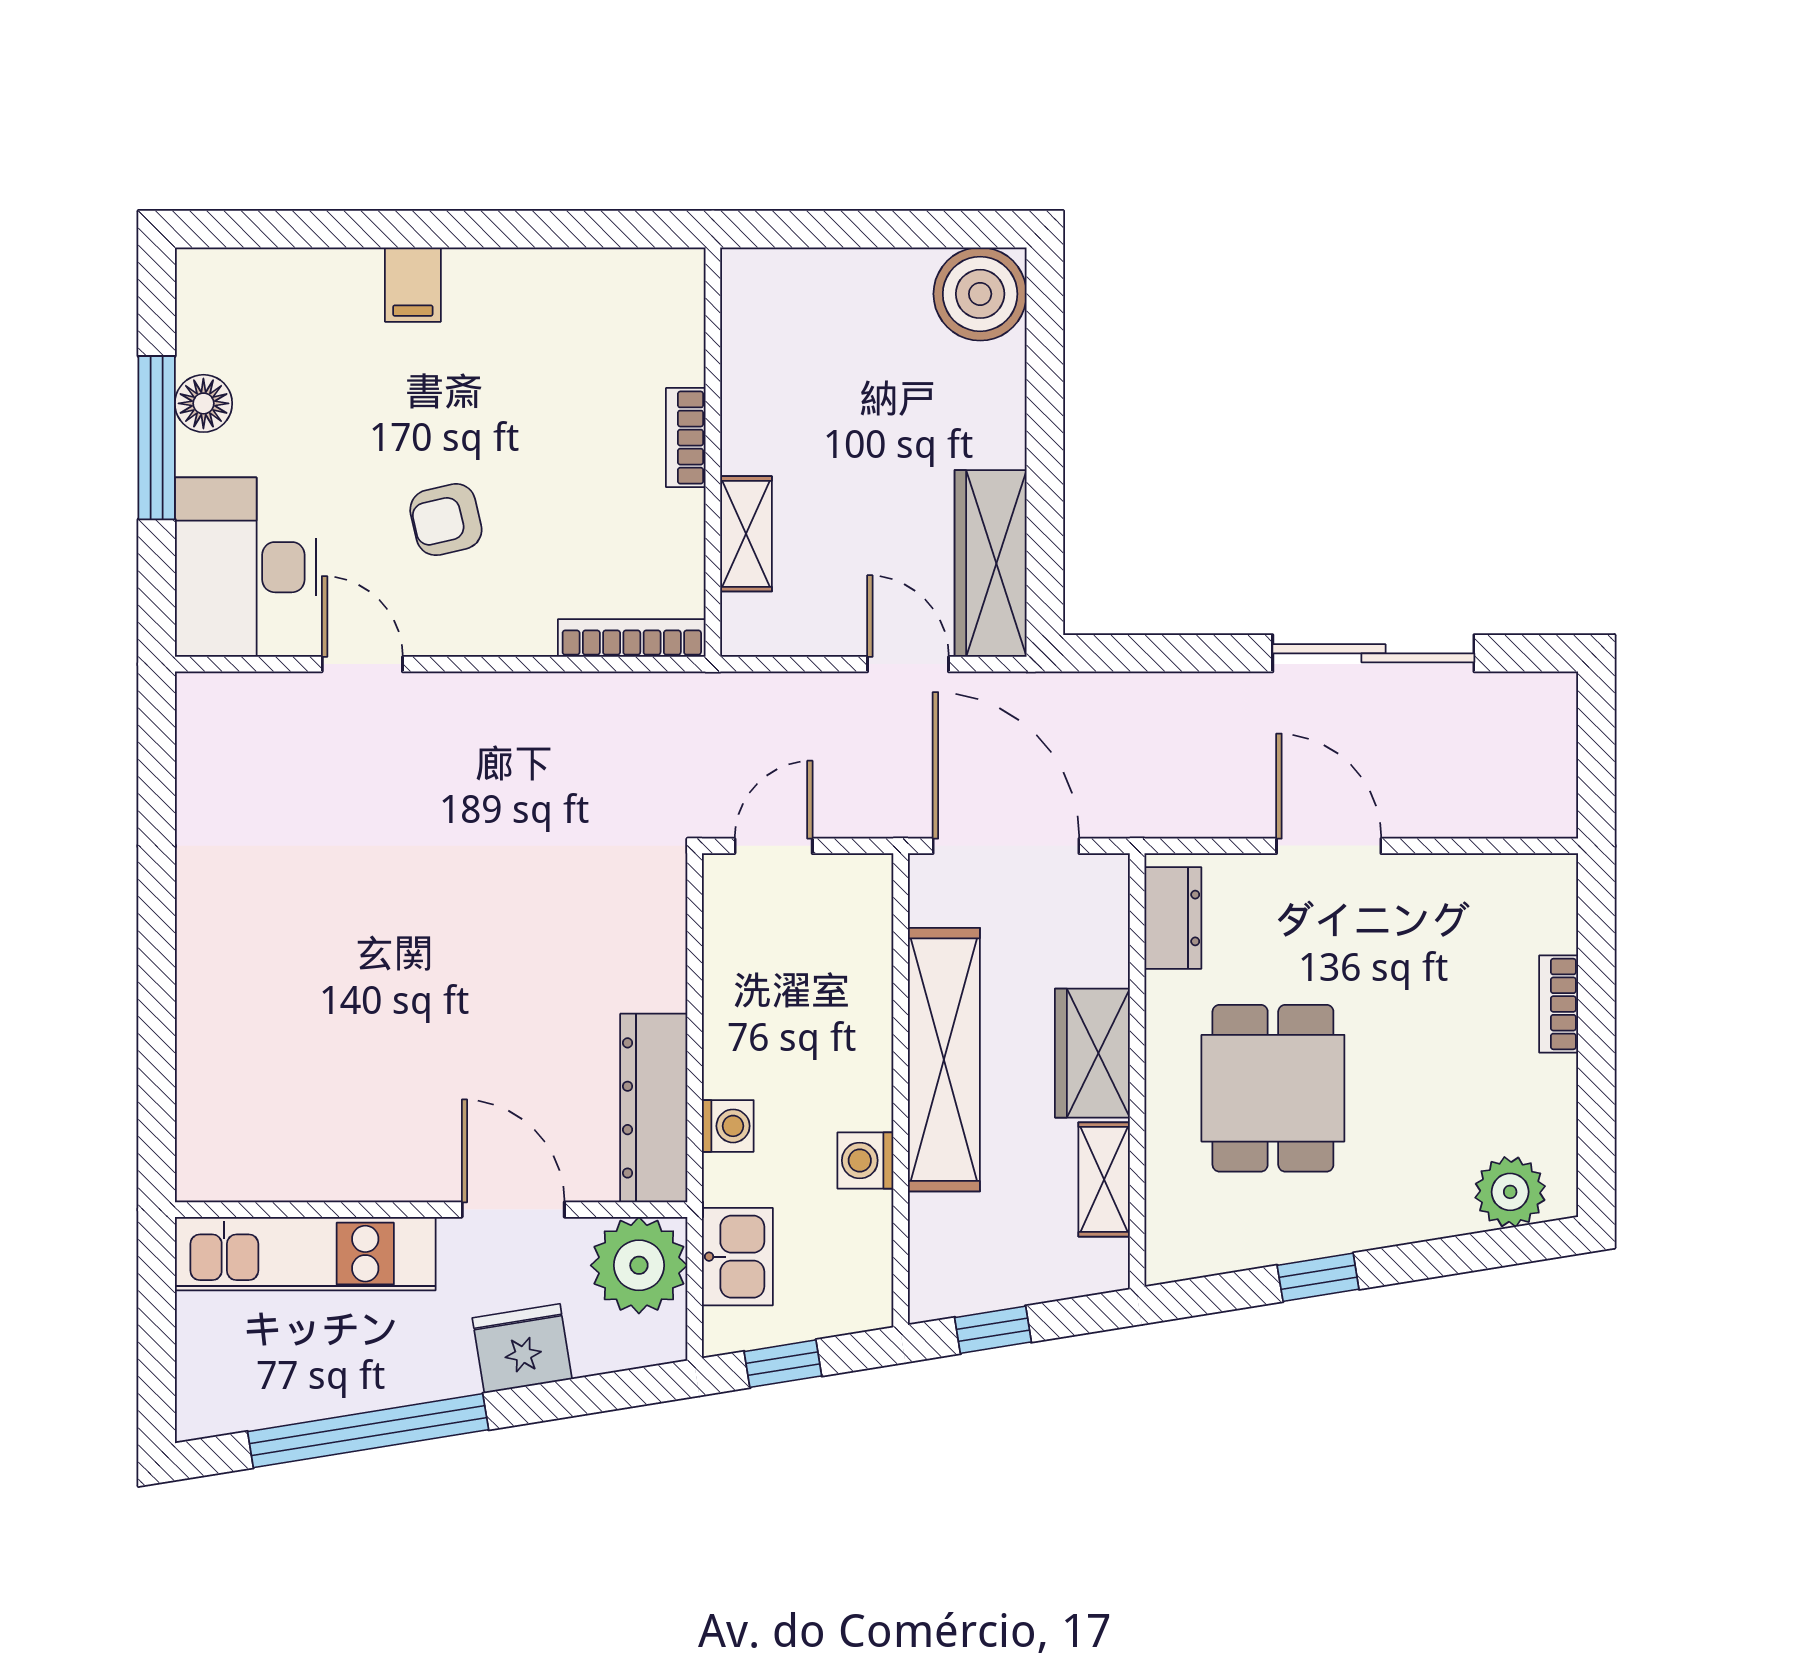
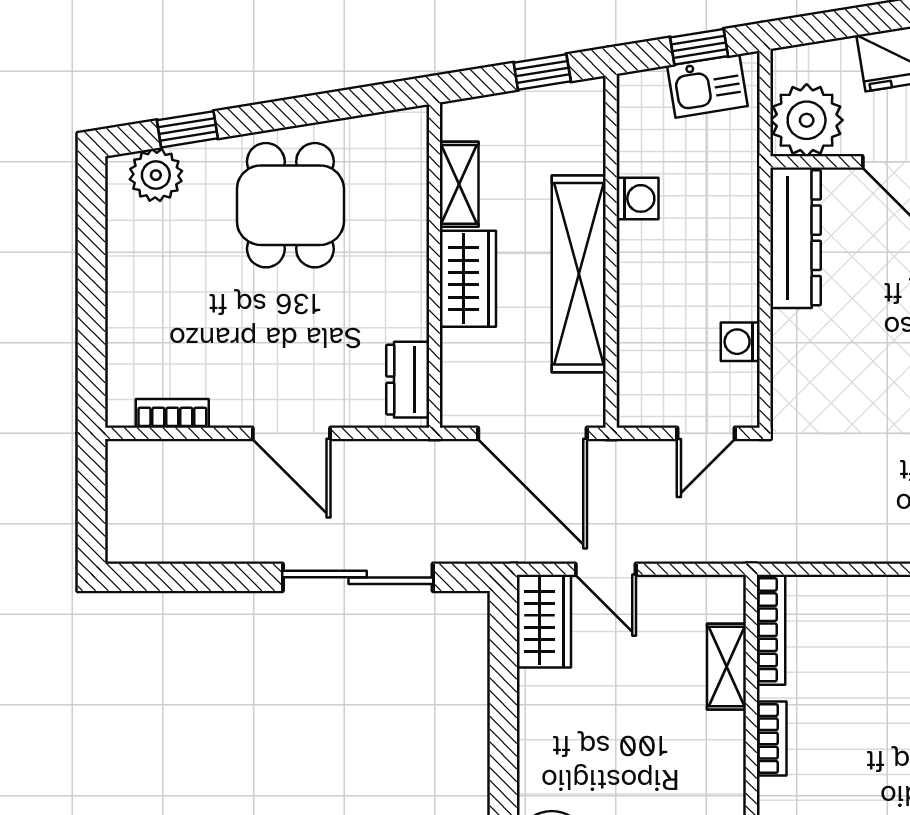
wardrobe: (991, 564) -> (544, 621), width x0.67
bookcase: (632, 638) -> (771, 630), moved, turned -90
sliding door: (1373, 653) -> (358, 577), moved
bookcase: (1559, 1004) -> (172, 413), moved, turned -90
dining table: (1273, 1088) -> (290, 205), moved
washing machine: (728, 1126) -> (740, 342), moved
kitchen sink: (737, 1257) -> (707, 86), moved, turned -99
window: (1318, 1277) -> (187, 129), moved

